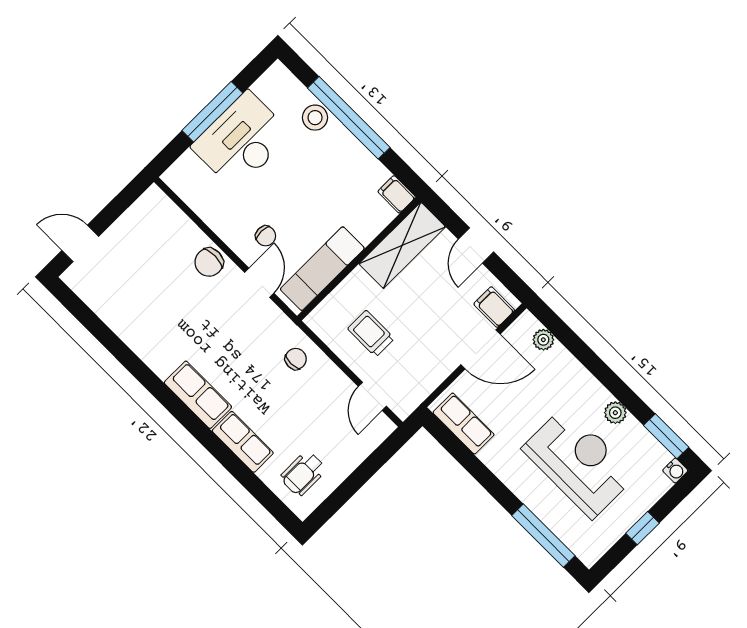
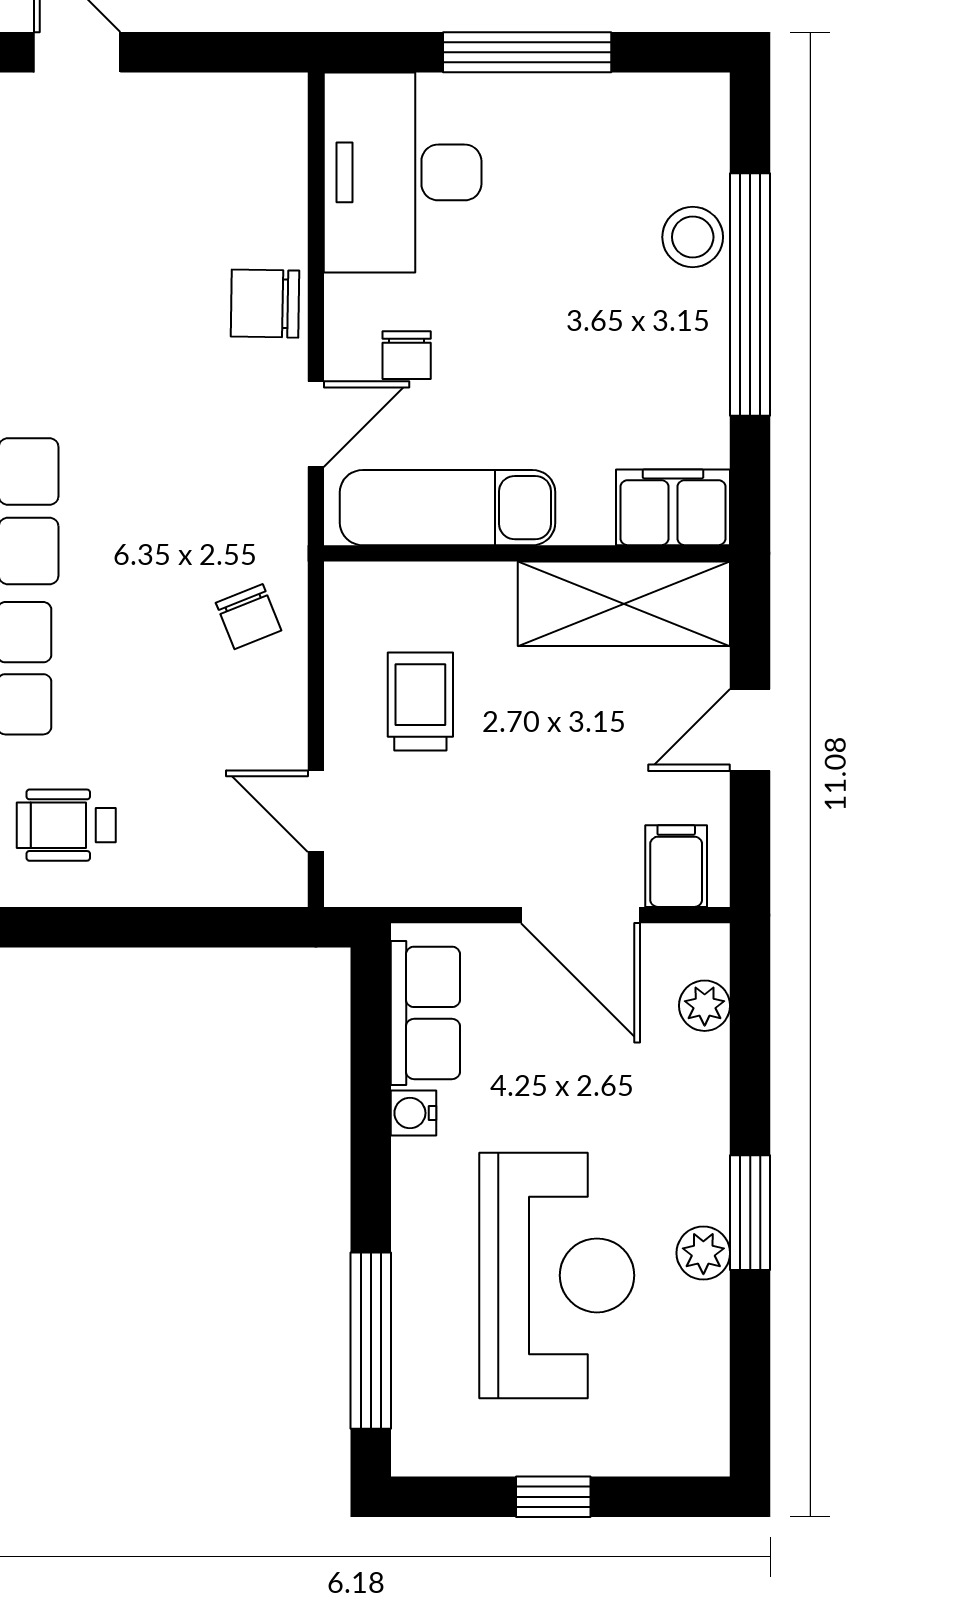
desk: (242, 141) -> (403, 172), moved, turned -90
filing cabinet: (397, 194) -> (673, 507), width x2.00
chair: (296, 359) -> (249, 617), turned 68
door: (372, 396) -> (316, 811), hinge flipped
window: (666, 436) -> (750, 1213), moved
water cooler: (675, 470) -> (414, 1113), moved, turned 90

